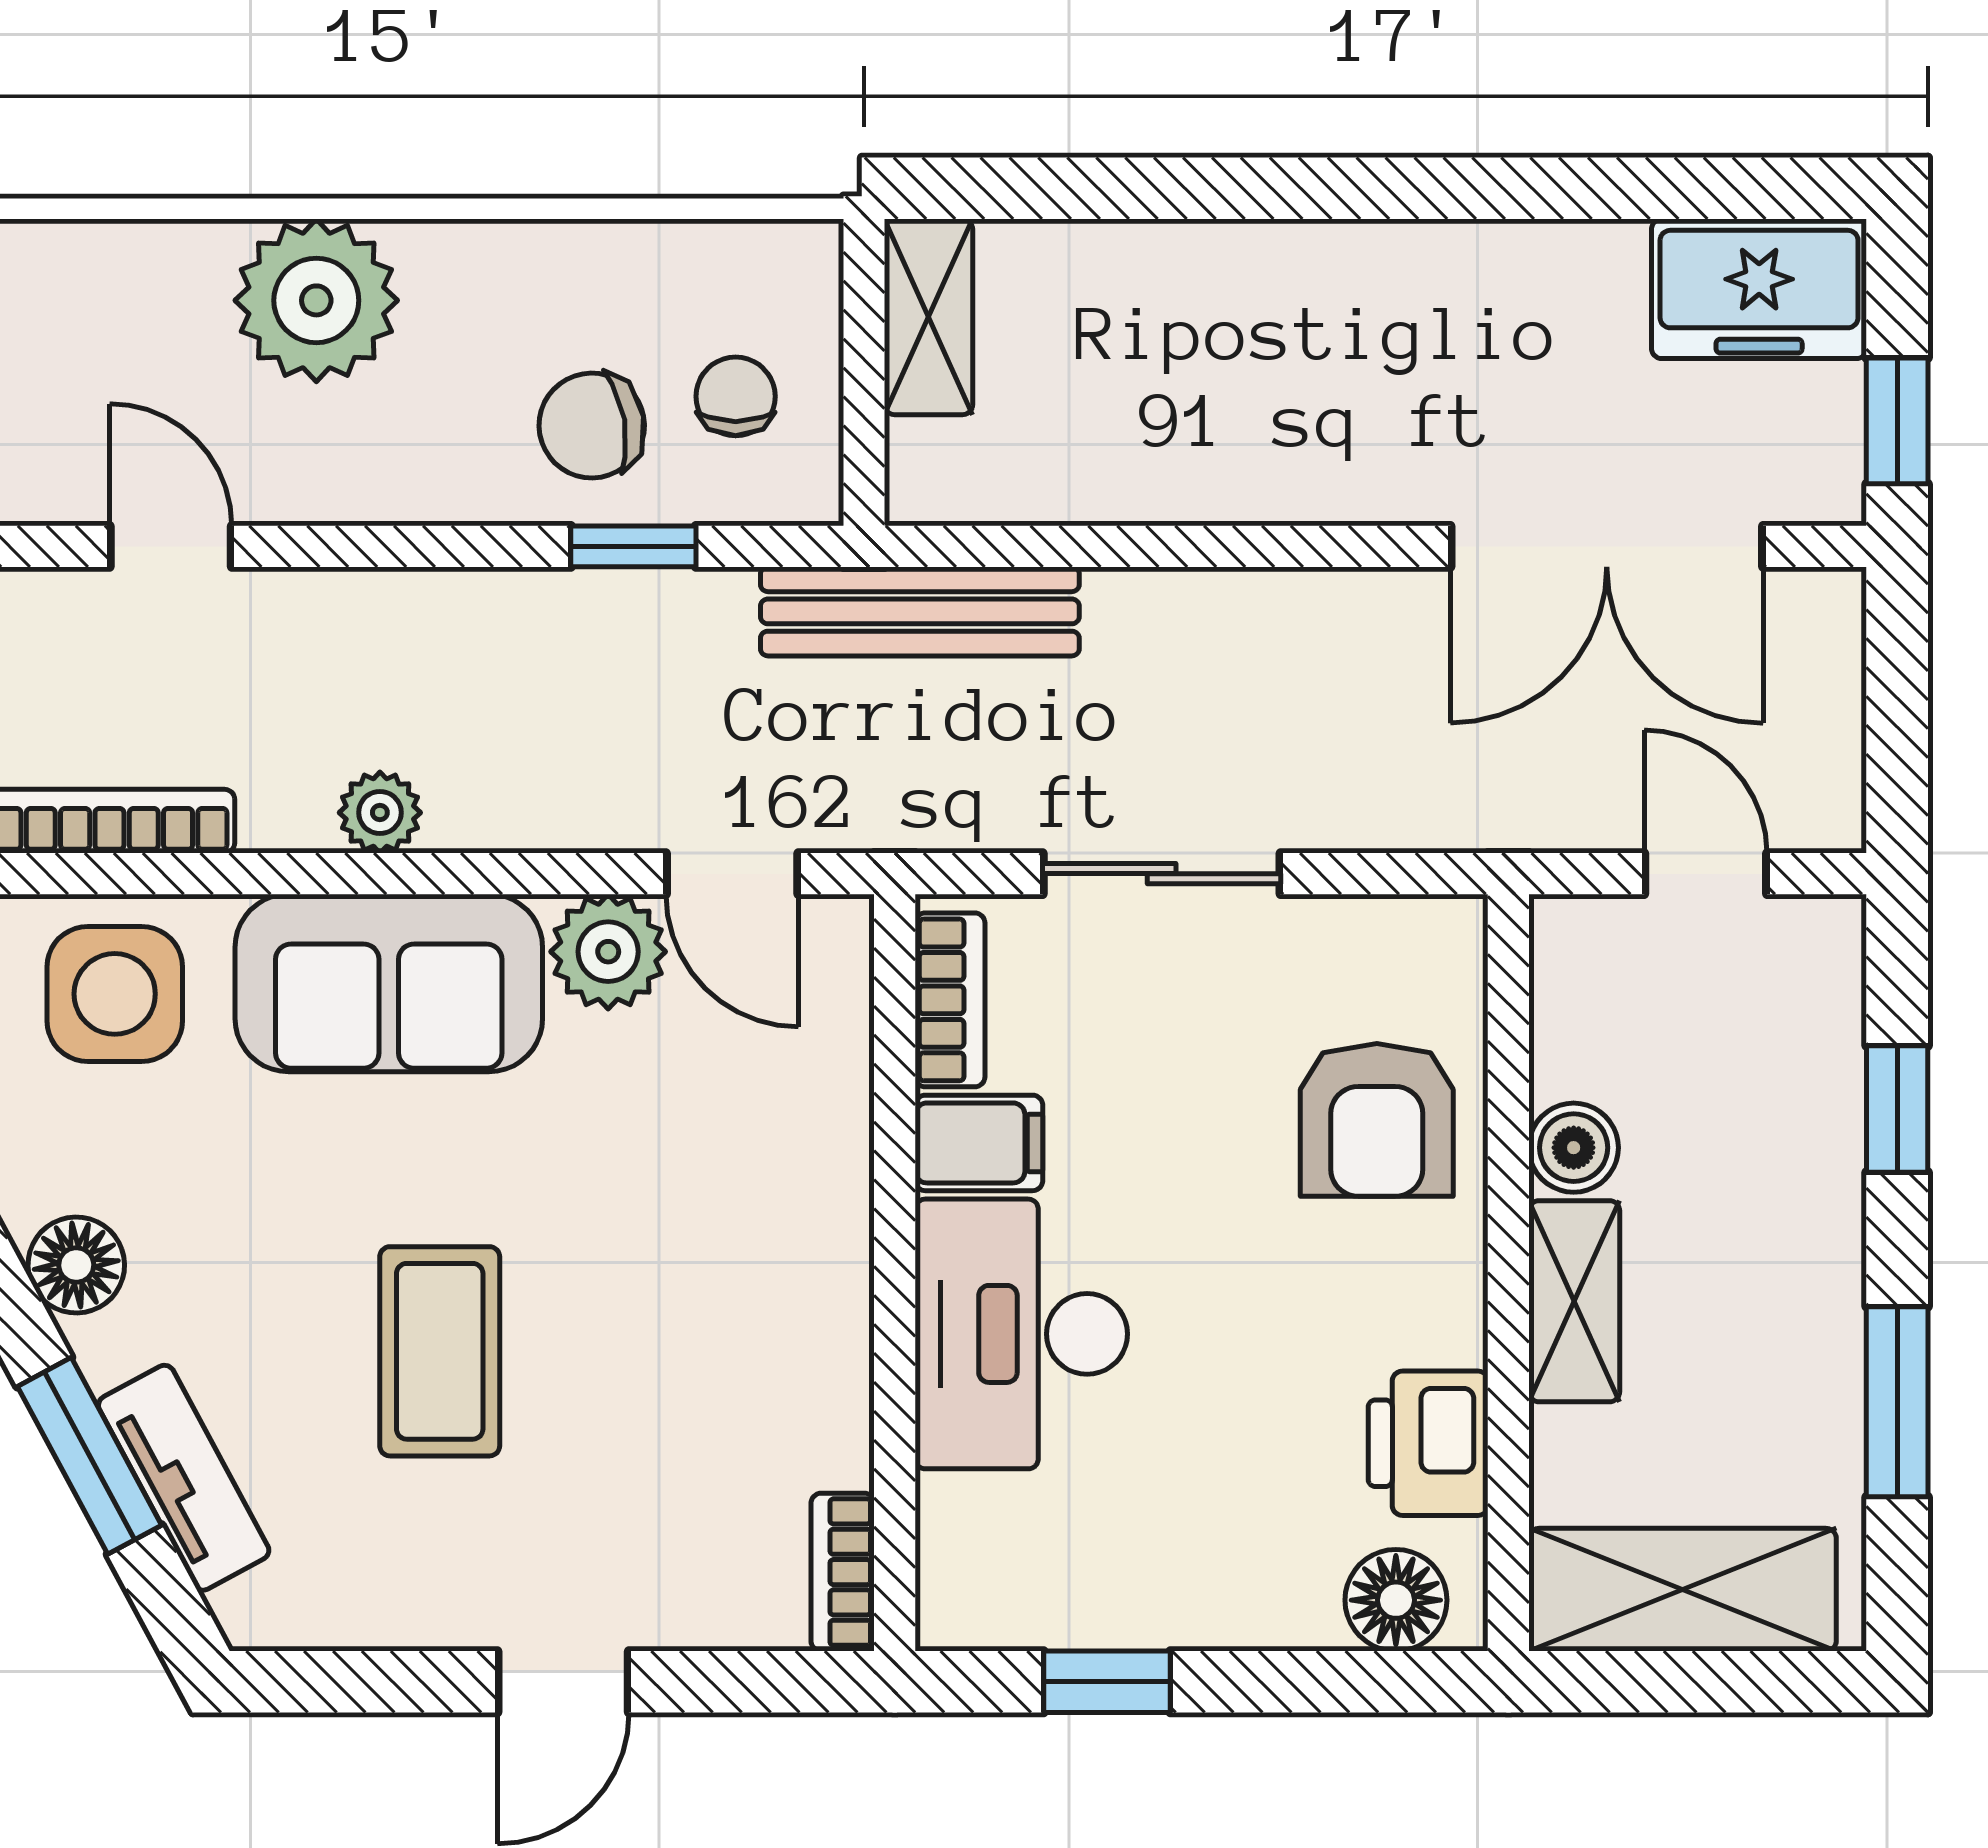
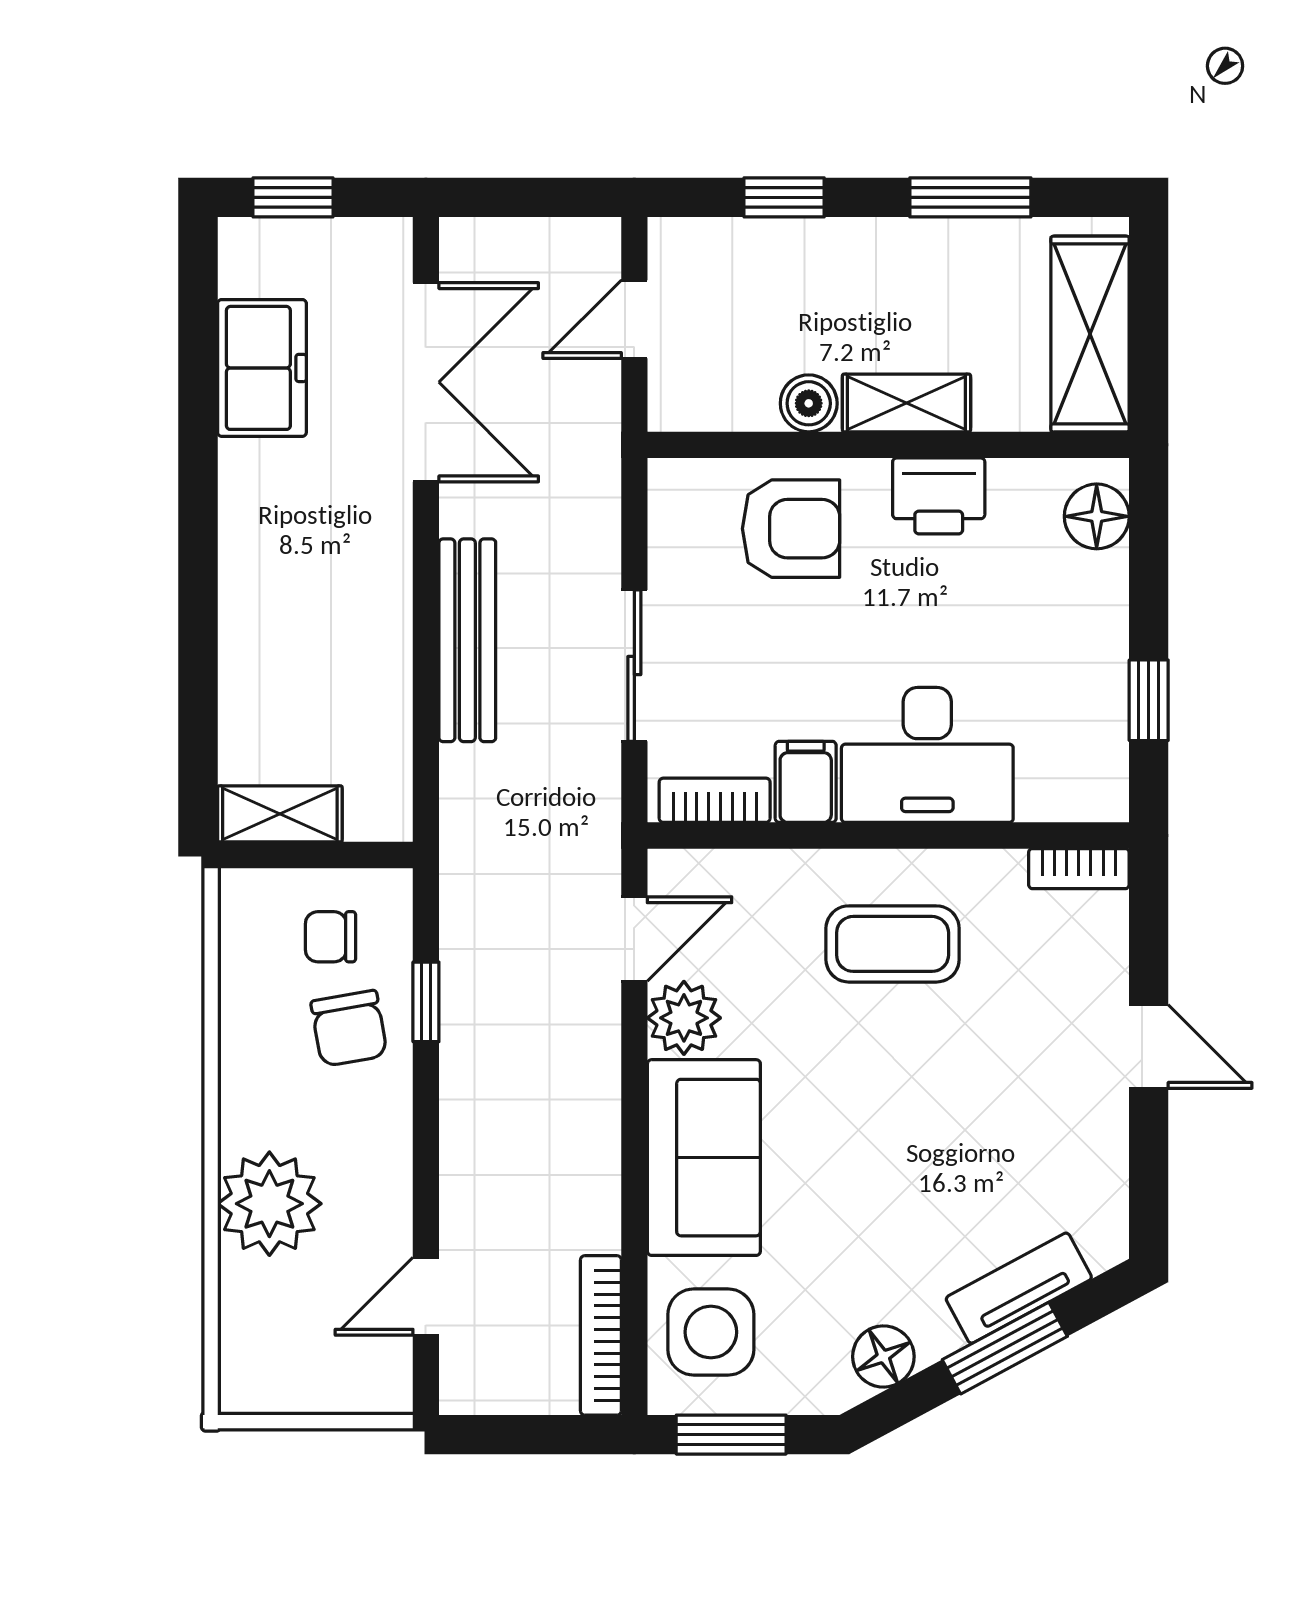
freezer: (1759, 289) -> (262, 368), moved
window: (1897, 421) -> (293, 197), moved
bench: (920, 611) -> (467, 640), moved
plant: (380, 813) -> (595, 1163), removed
coffee table: (440, 1351) -> (893, 944), moved
printer: (1428, 1443) -> (939, 496), moved

